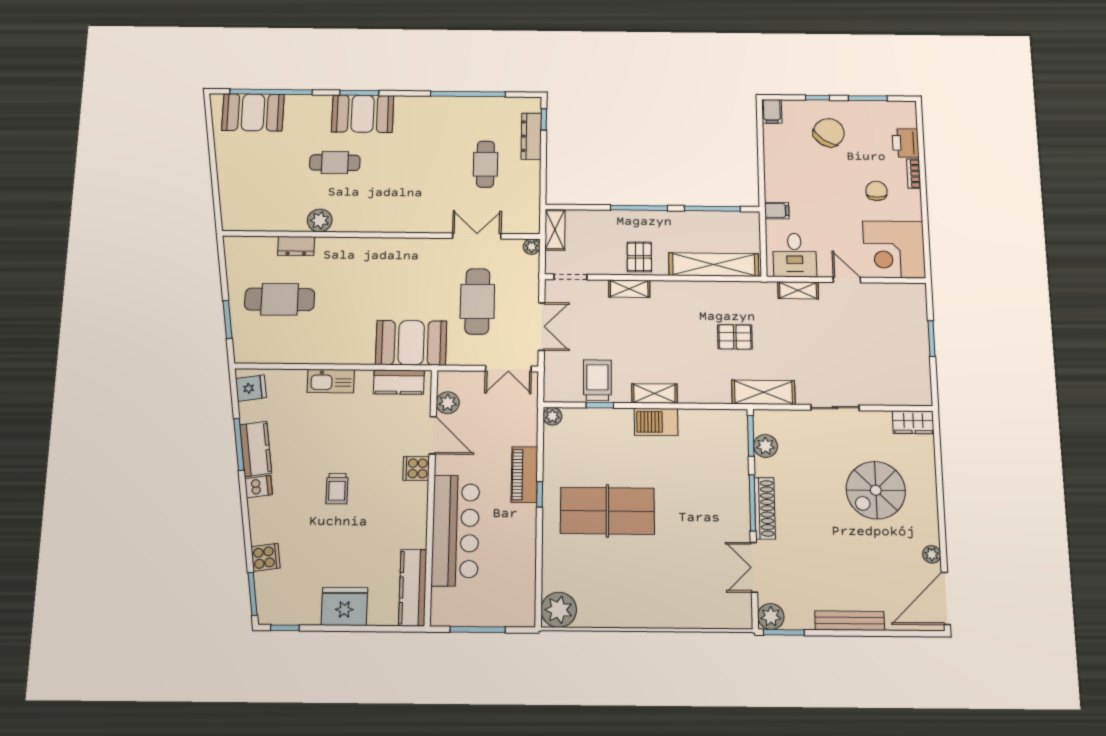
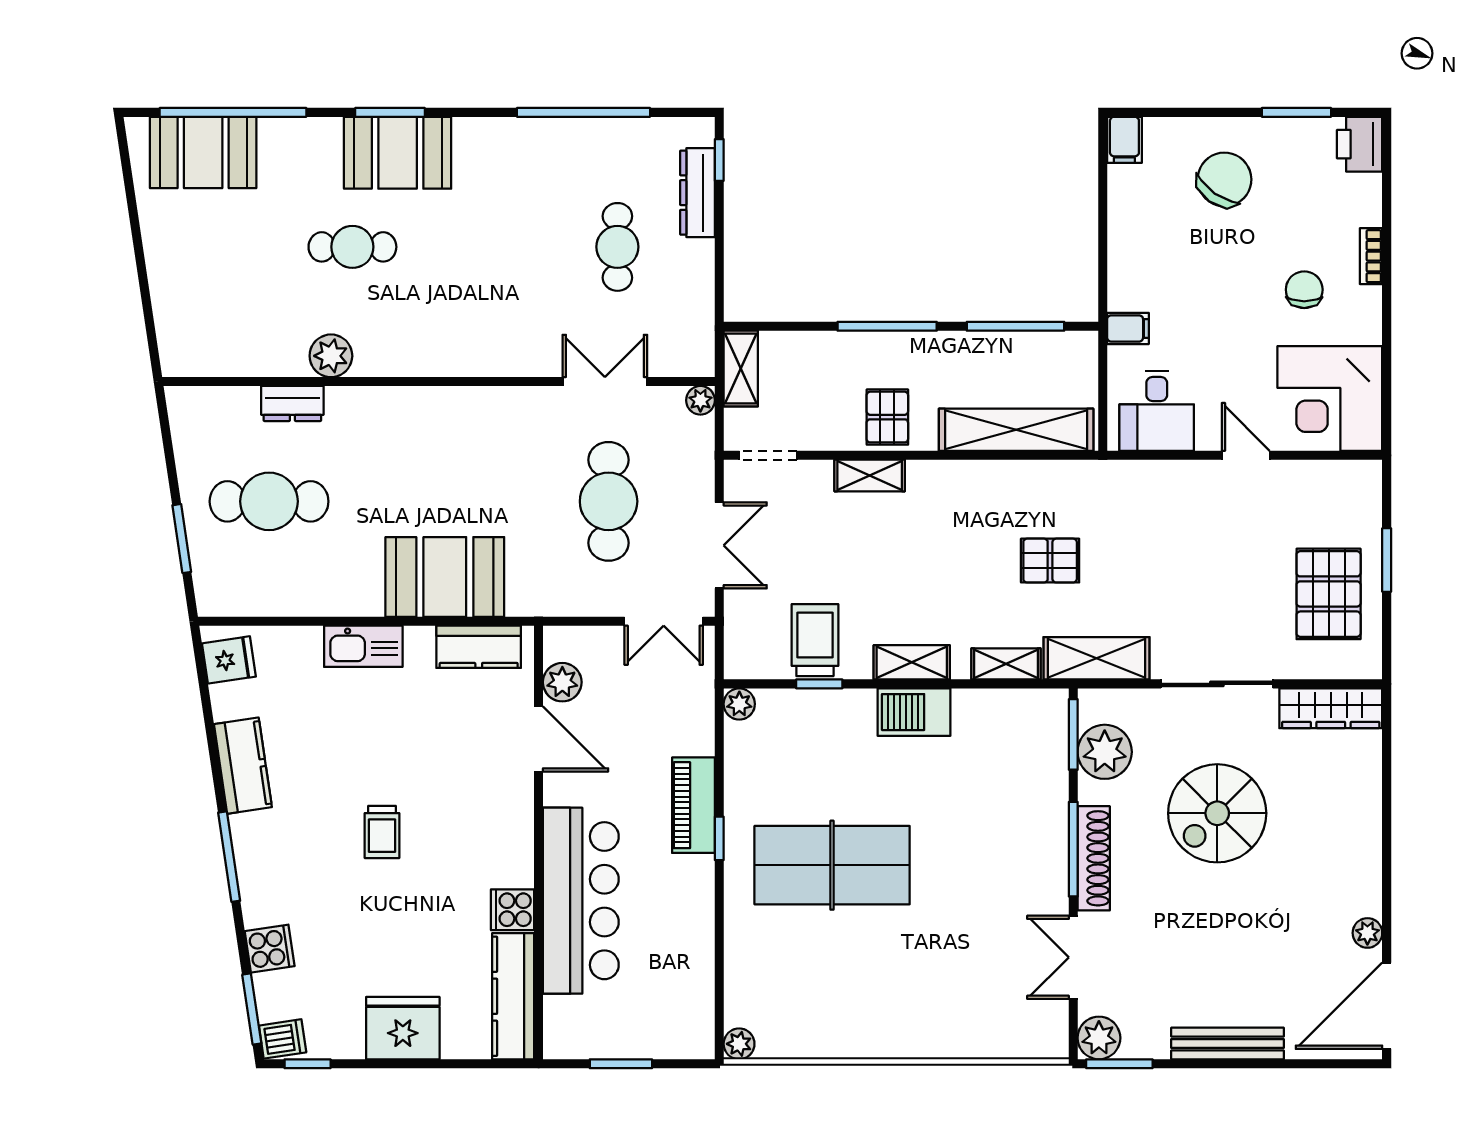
window: (817, 98) -> (1207, 112), removed
printer: (906, 143) -> (1360, 144), moved
shelving: (798, 290) -> (1006, 664), moved
booth: (411, 343) -> (445, 577), moved
pallet: (899, 357) -> (1329, 594), added
sliding door: (835, 408) -> (1217, 684), width x1.37
wardrobe: (913, 422) -> (1331, 708), width x1.50
window: (239, 444) -> (229, 857), moved
plant: (765, 446) -> (1105, 752), width x1.36, depth x1.36
cooker: (416, 468) -> (513, 910), moved
dishwasher: (259, 487) -> (283, 1039), moved
spiral stairs: (876, 490) -> (1217, 813), moved
plant: (559, 610) -> (739, 1044), width x0.53, depth x0.53
window: (478, 630) -> (621, 1064), width x0.69

